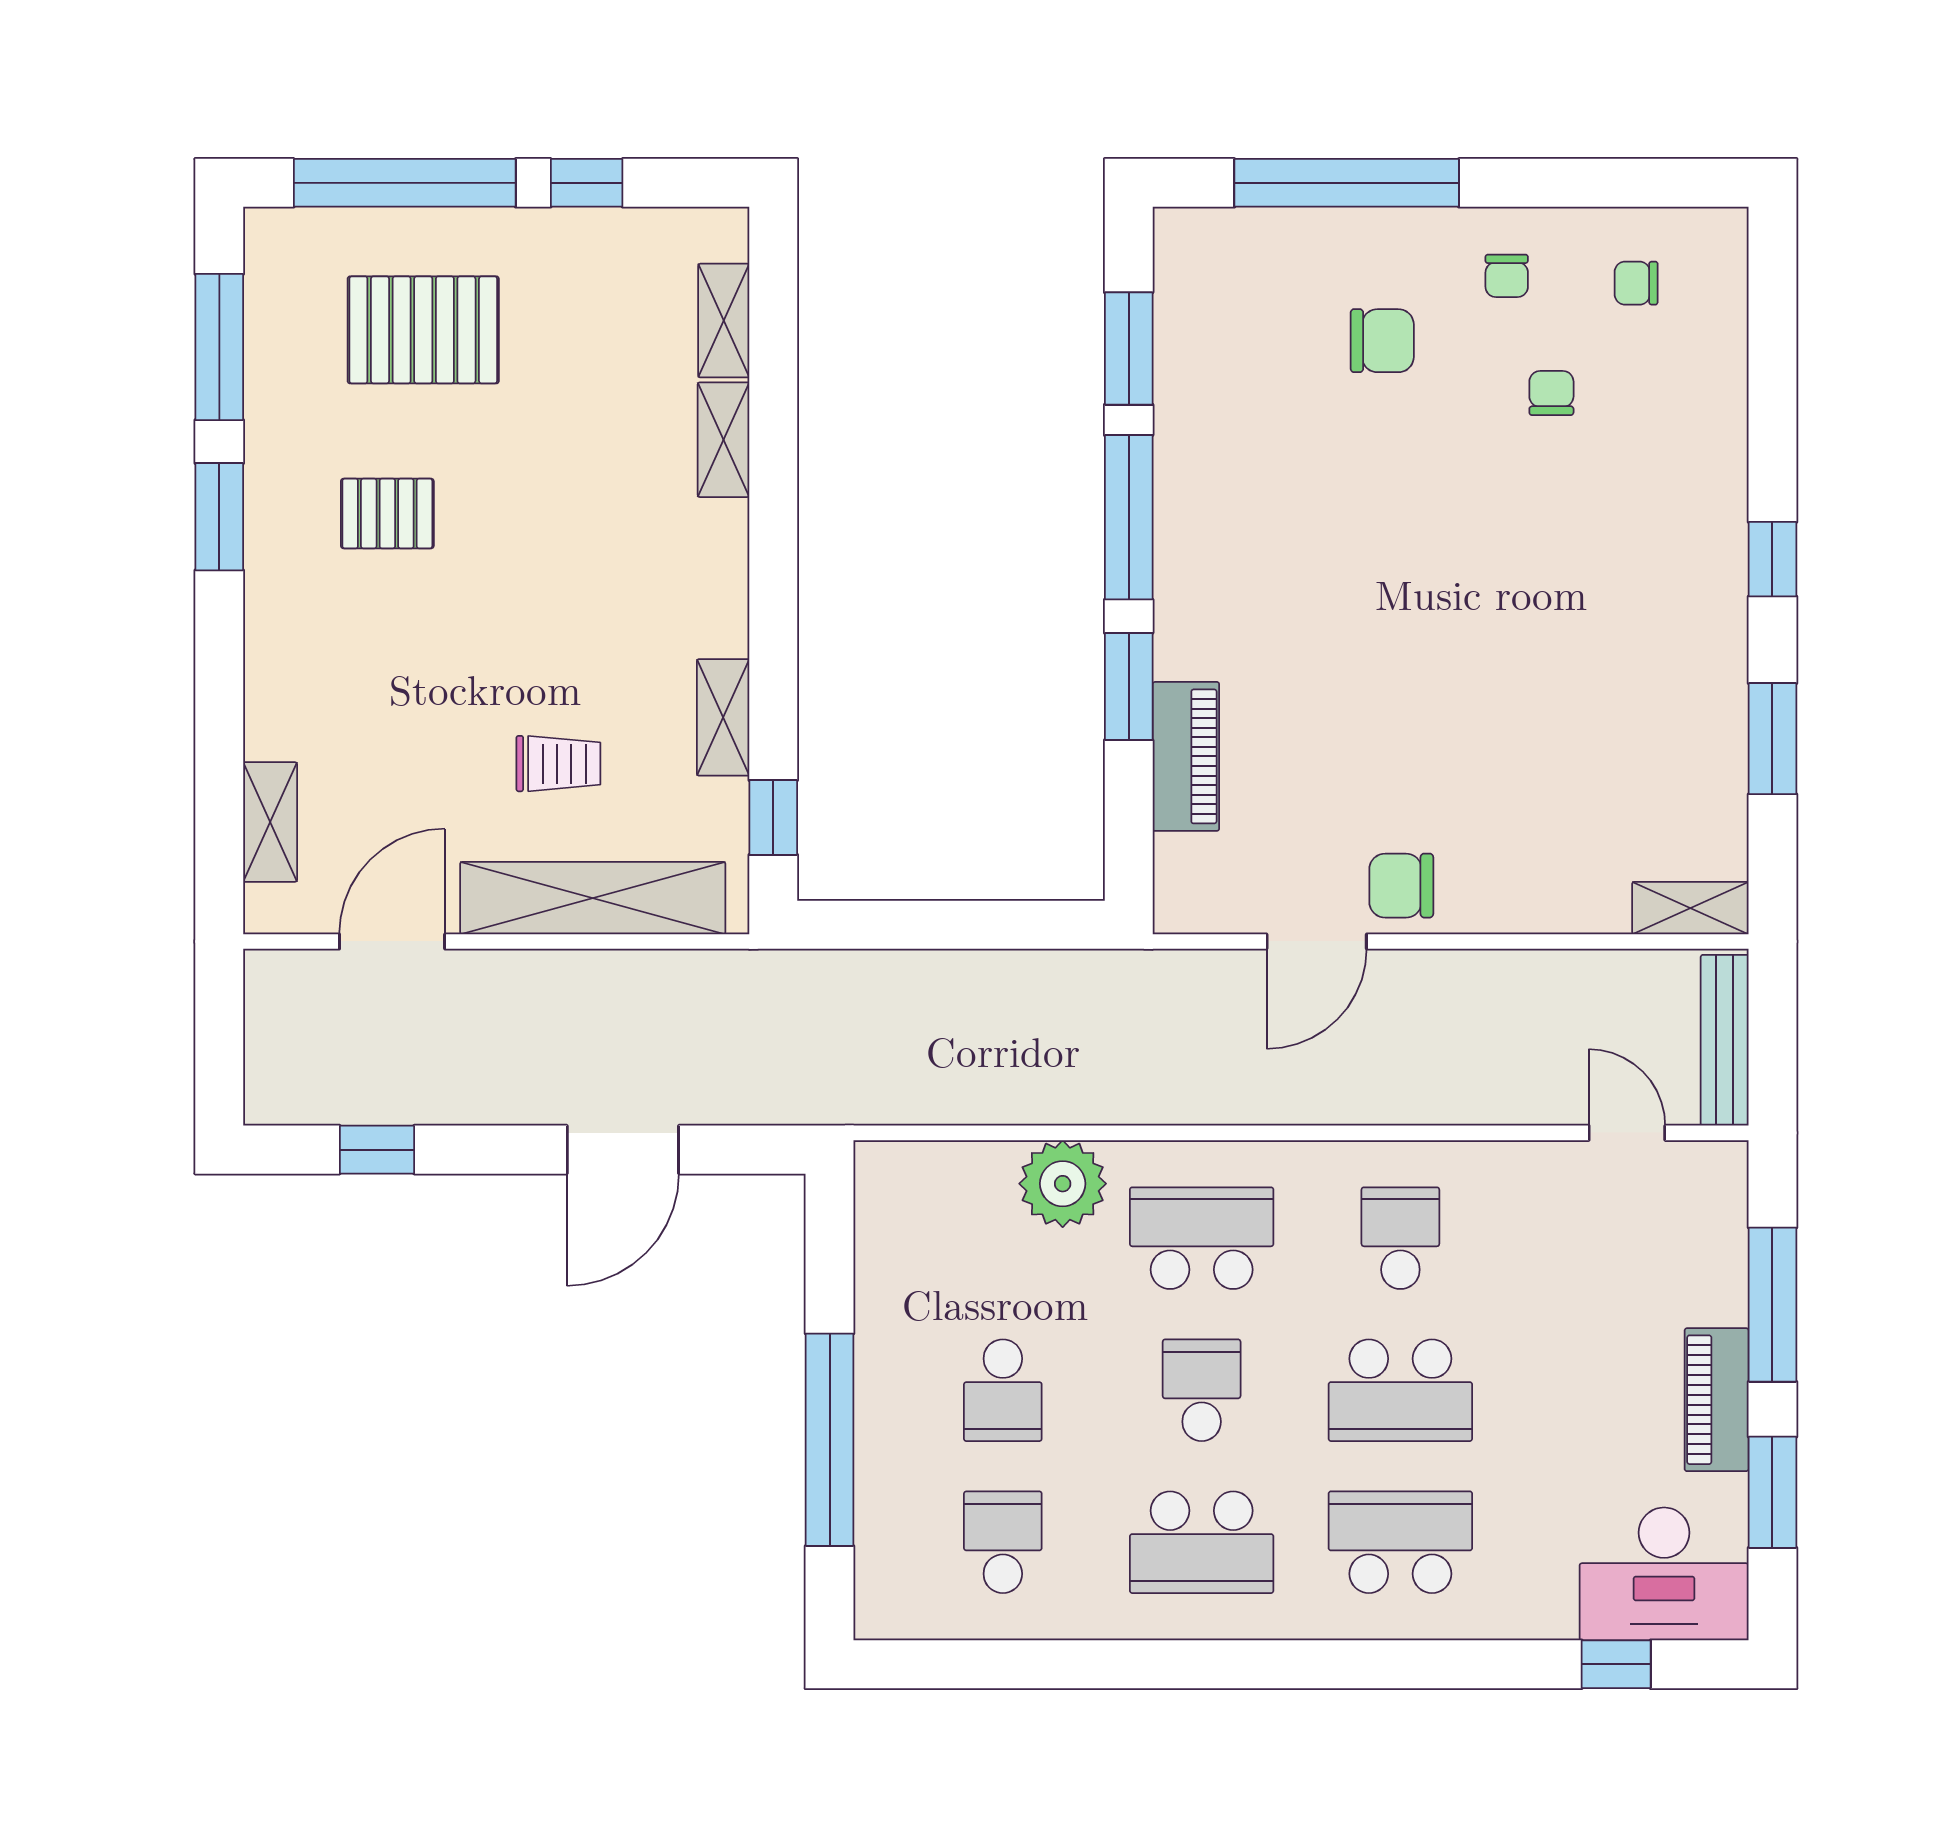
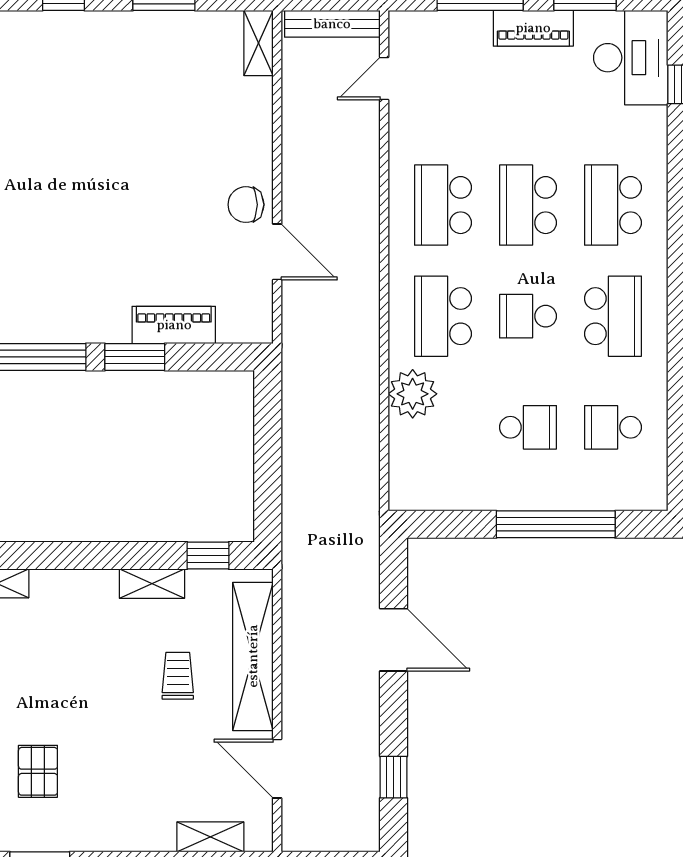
chair: (1401, 886) -> (246, 205), turned 90
school desk: (1400, 1238) -> (443, 205), width x1.85
school desk: (1400, 1390) -> (528, 205), turned 180

